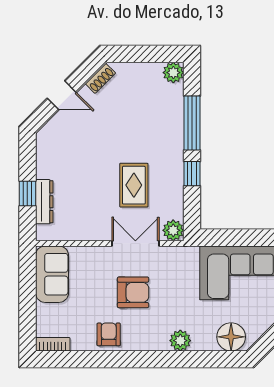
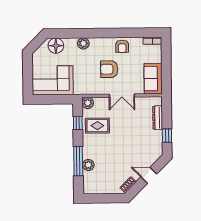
plant: (173, 73) -> (88, 165), moved
window: (192, 174) -> (78, 123), moved
rug: (134, 185) -> (97, 126), moved, turned 90
window: (27, 194) -> (167, 136), moved
double door: (135, 243) -> (122, 96), moved

